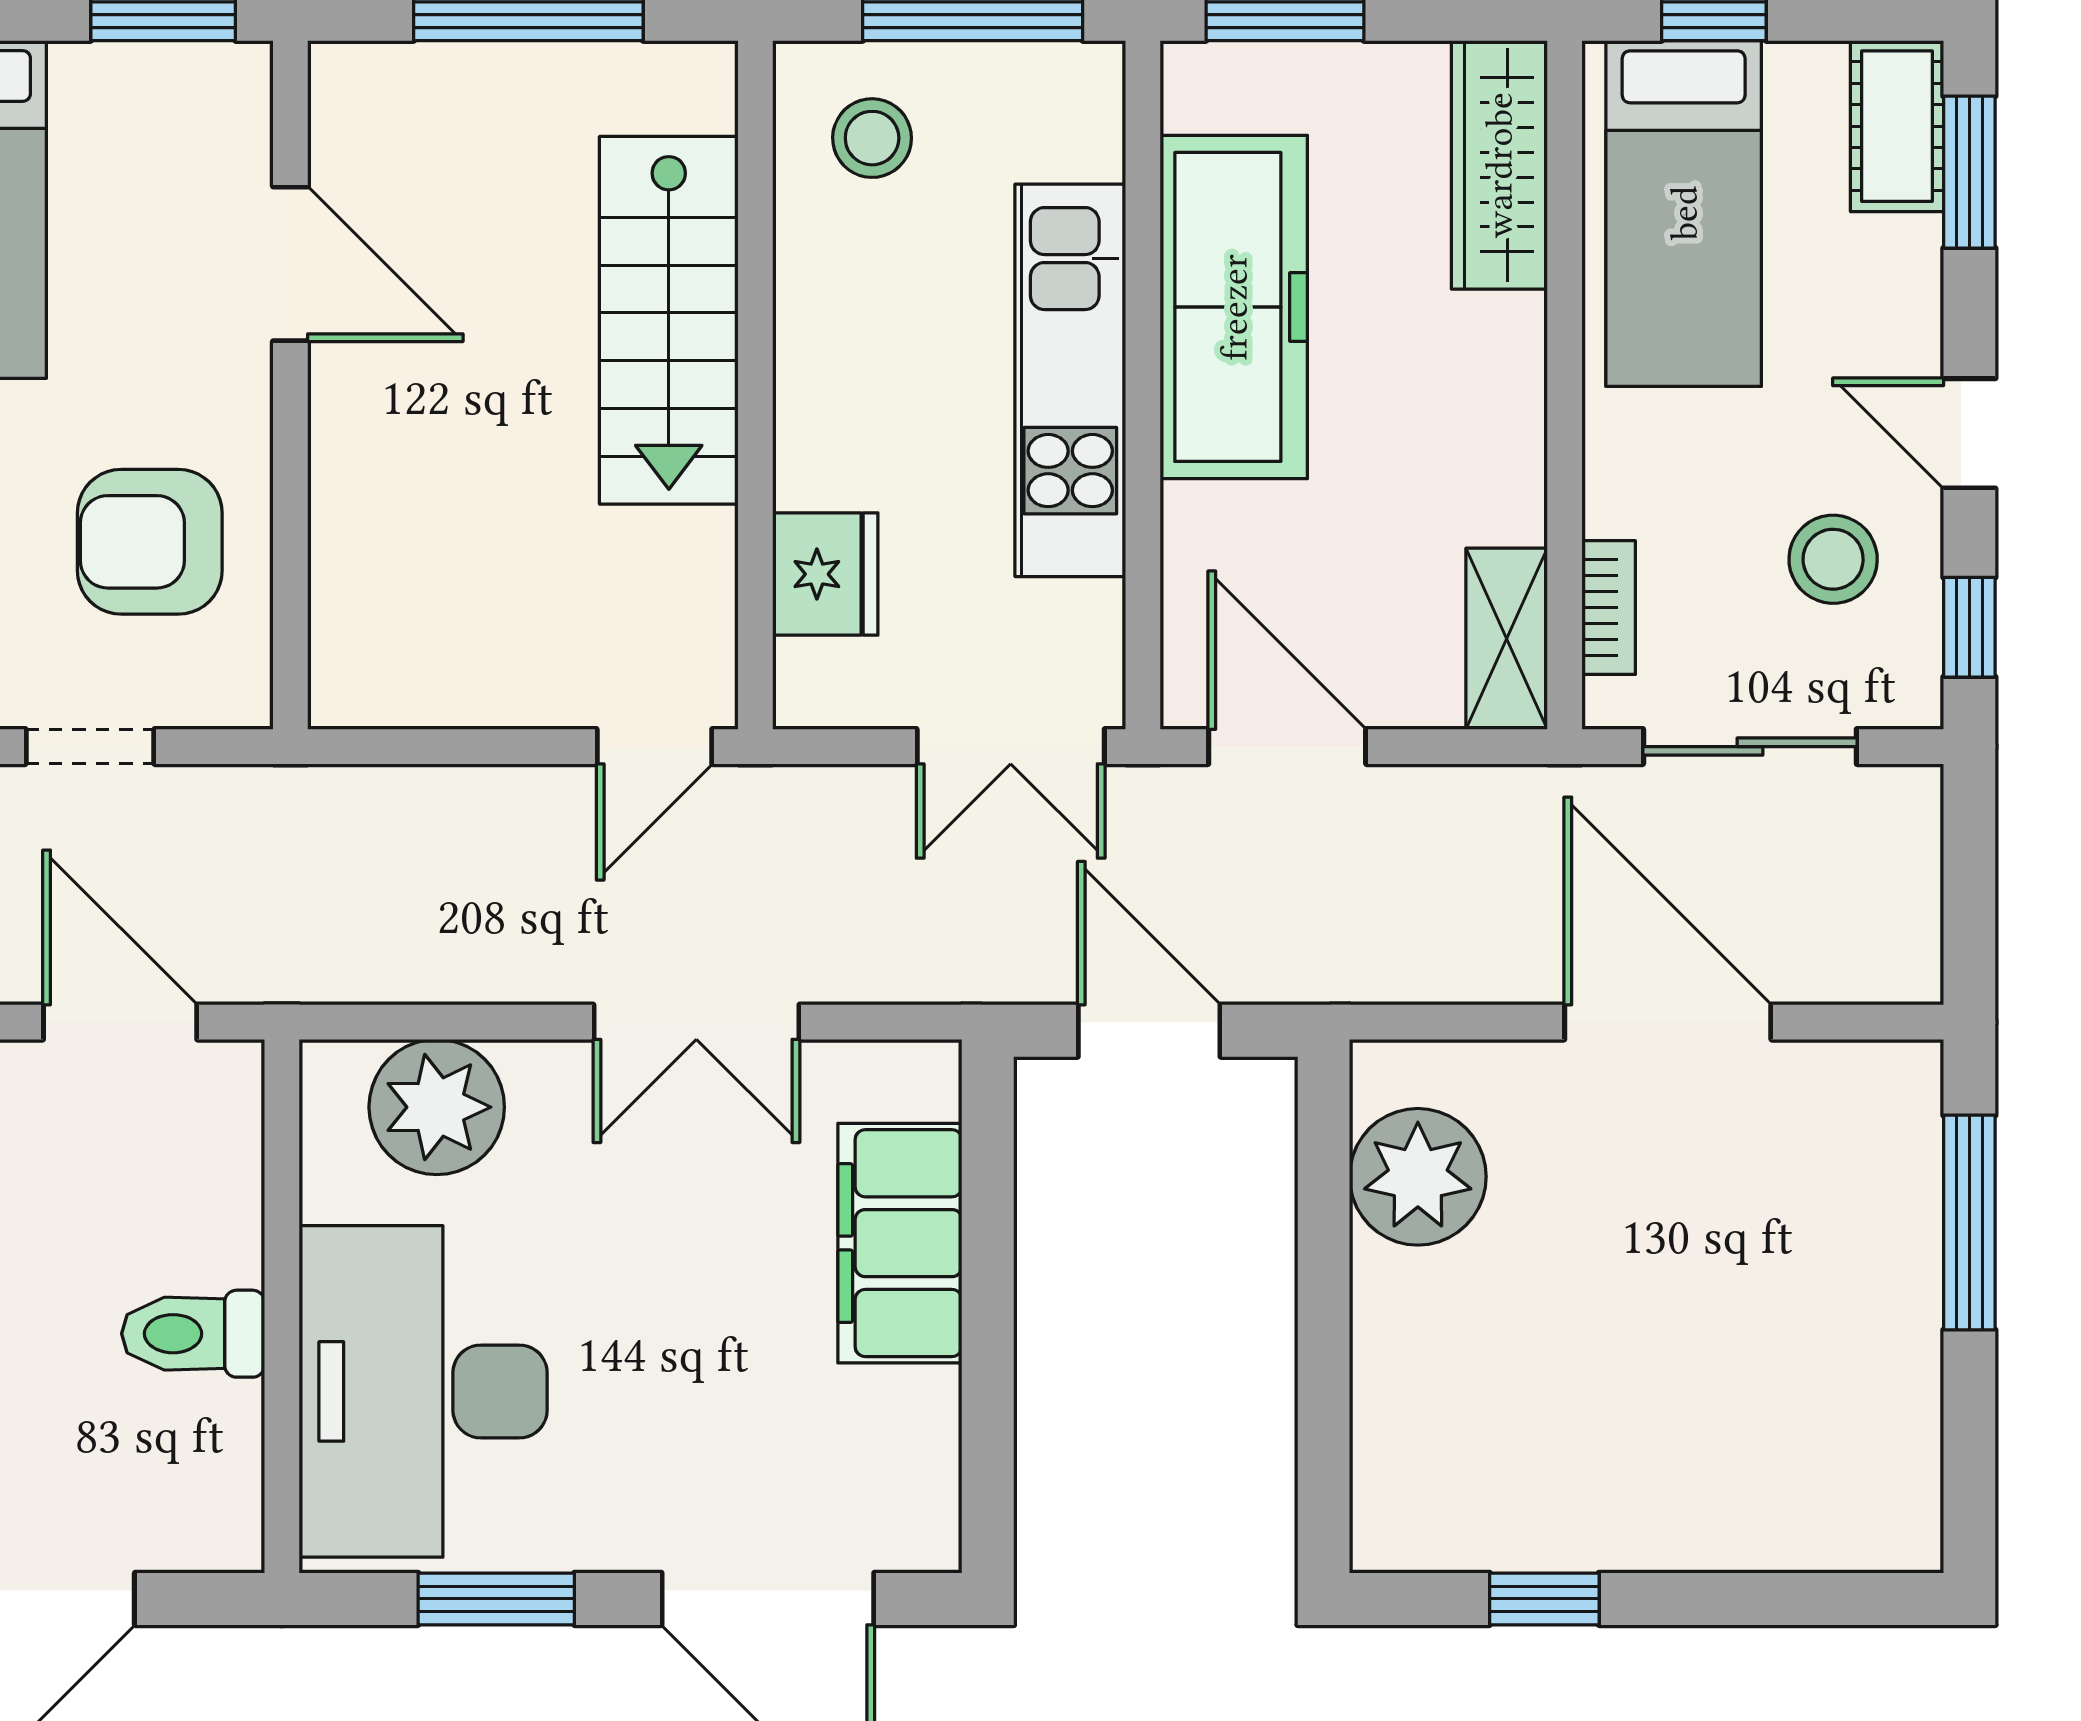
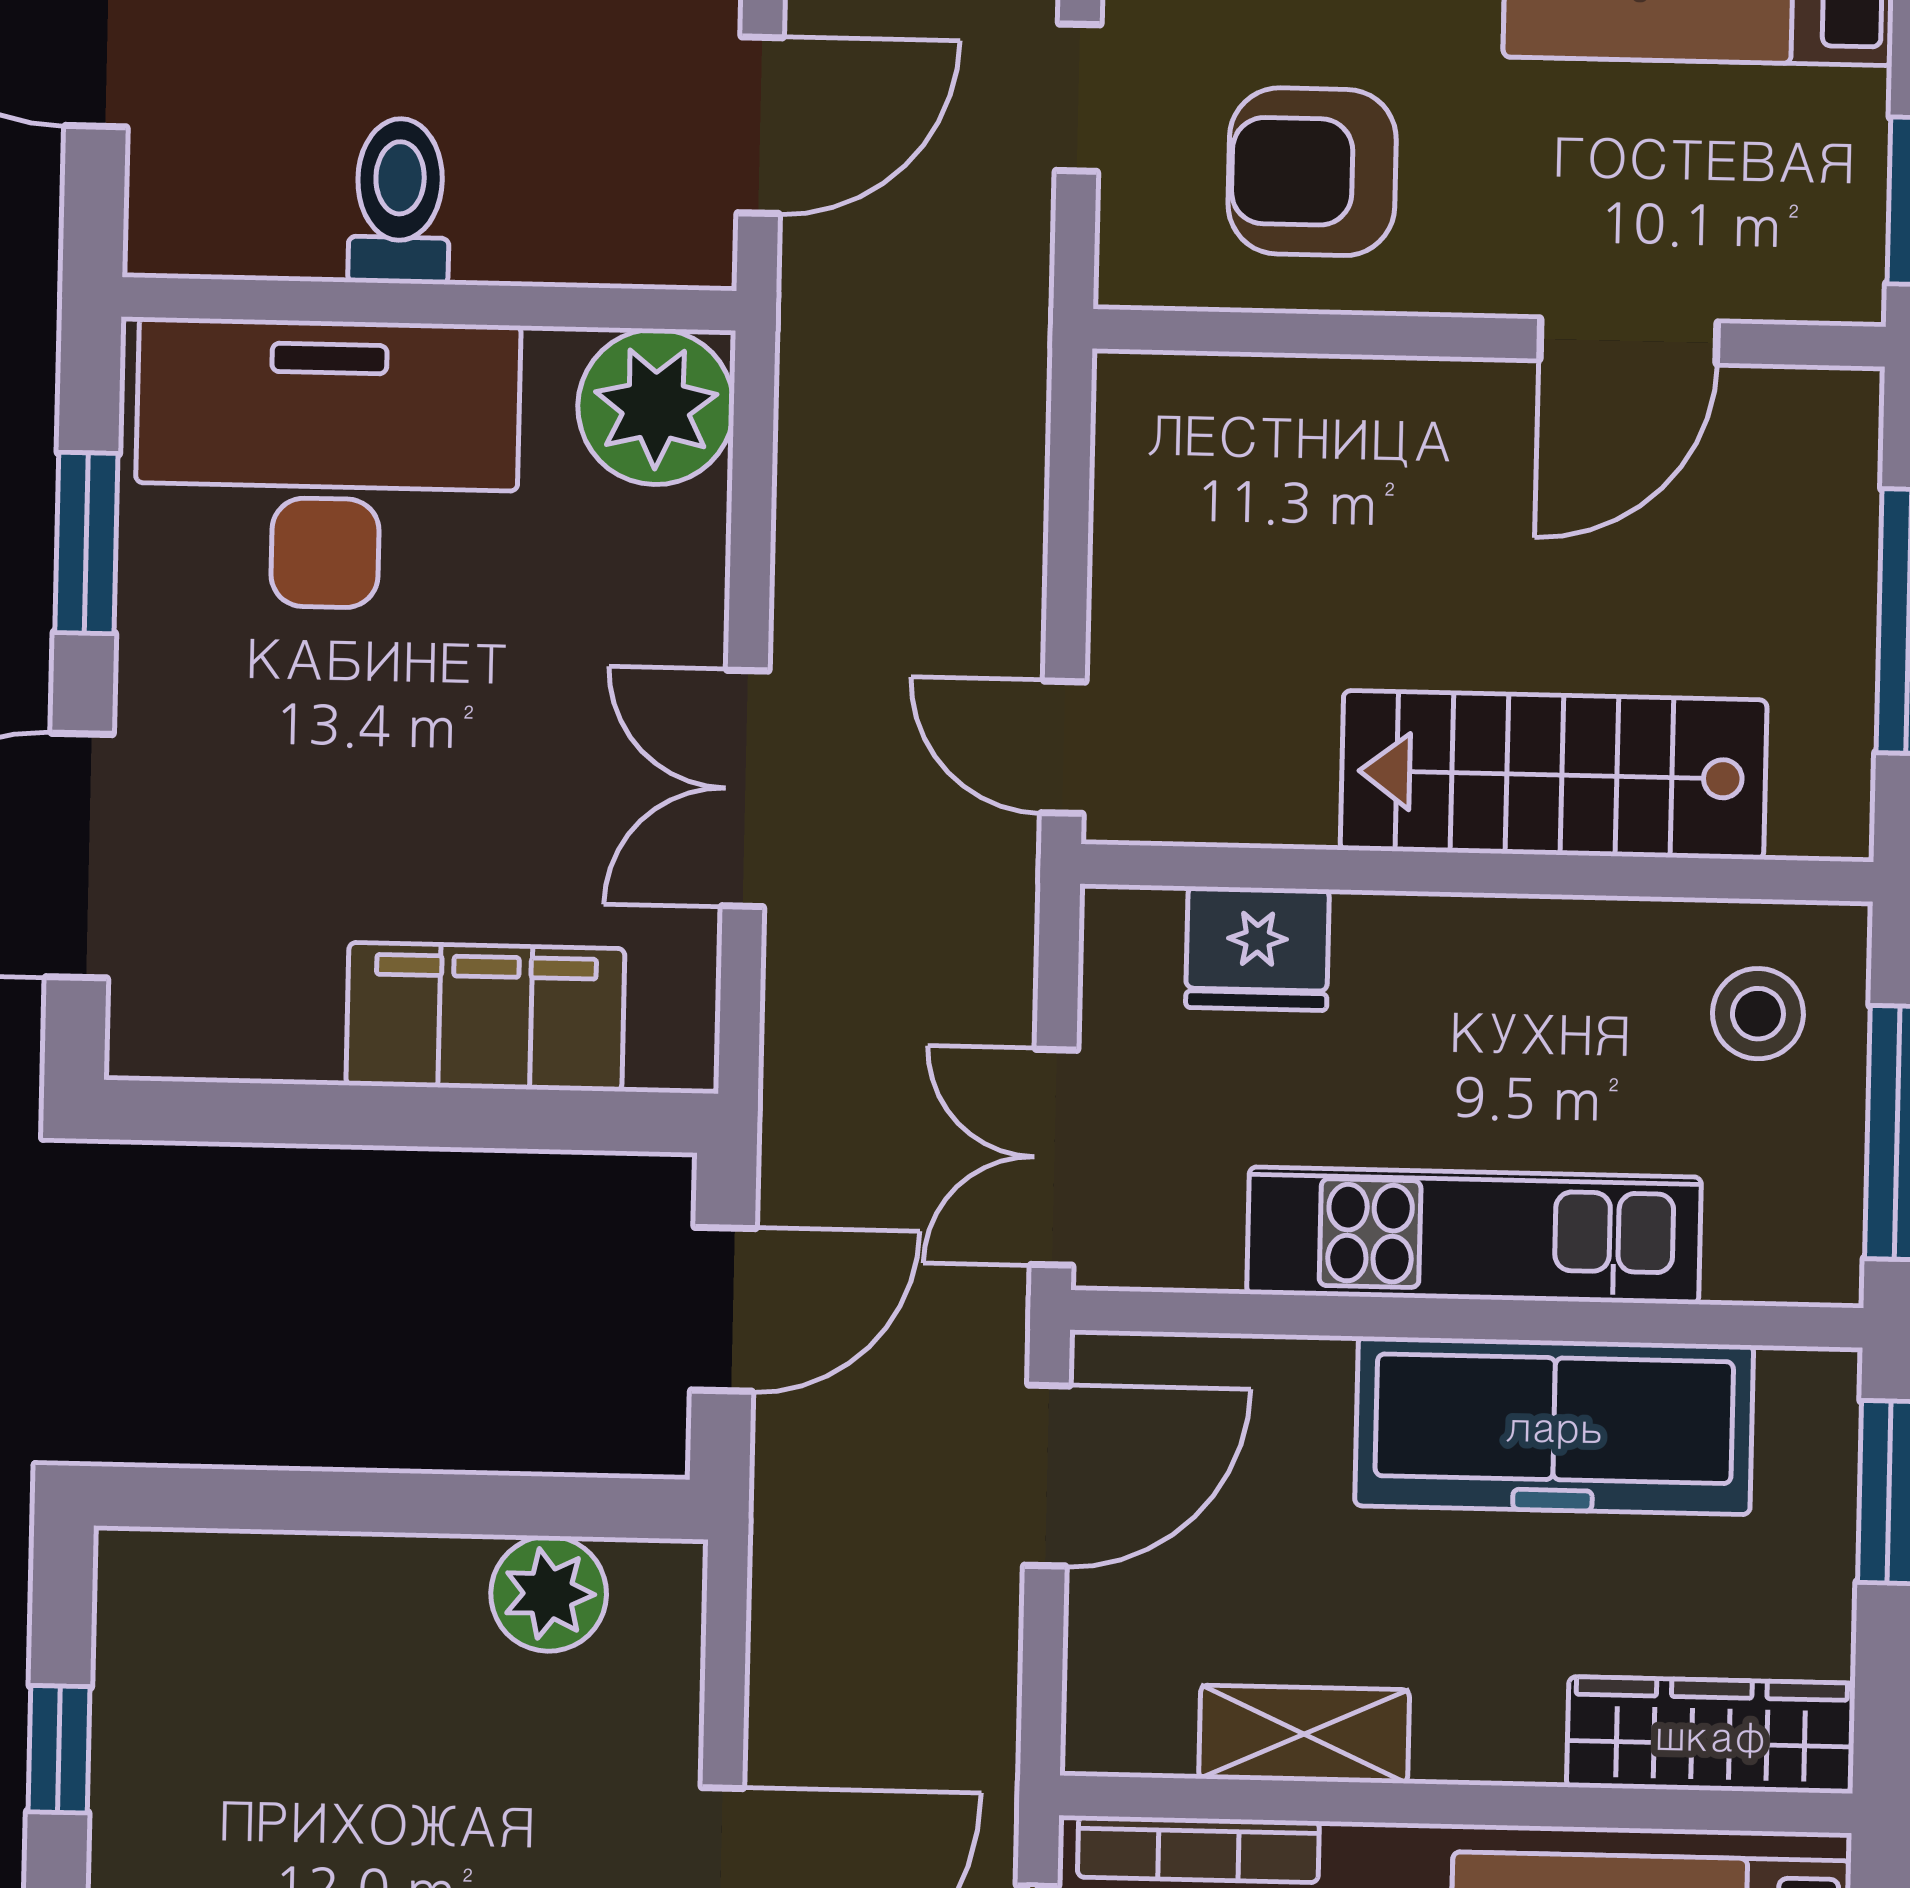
armchair: (150, 542) -> (1312, 172), turned -90
bookcase: (1609, 608) -> (1198, 1849), width x1.56
shelving: (1507, 639) -> (1304, 1734), moved
plant: (437, 1107) -> (656, 407), moved
plant: (1418, 1177) -> (549, 1594), width x0.73, depth x0.73

